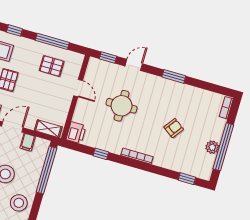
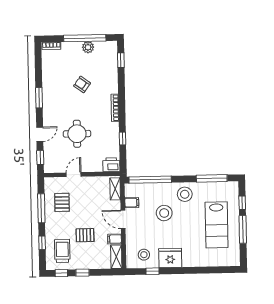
door: (134, 65) -> (40, 134), swing flipped

